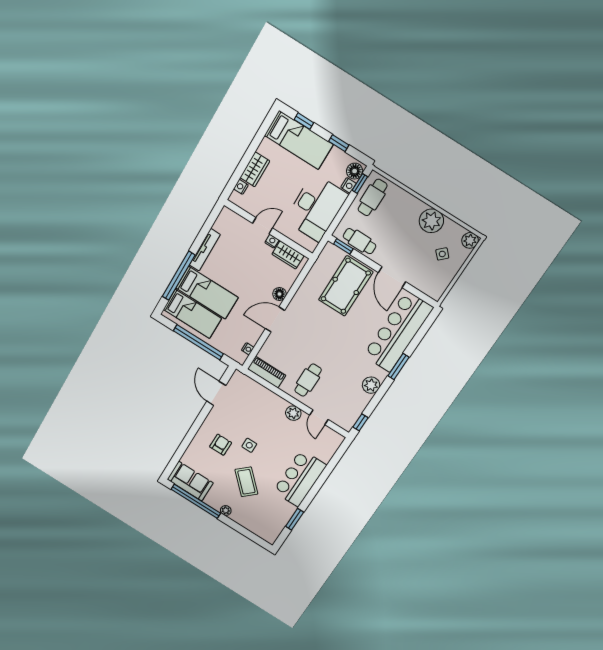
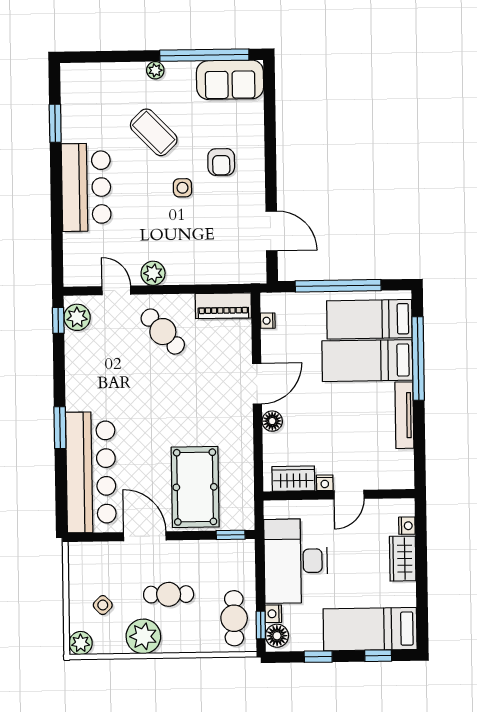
cafe table: (360, 241) -> (169, 594), moved
cafe table: (308, 380) -> (163, 332), turned -42
plant: (371, 385) -> (77, 317), moved

